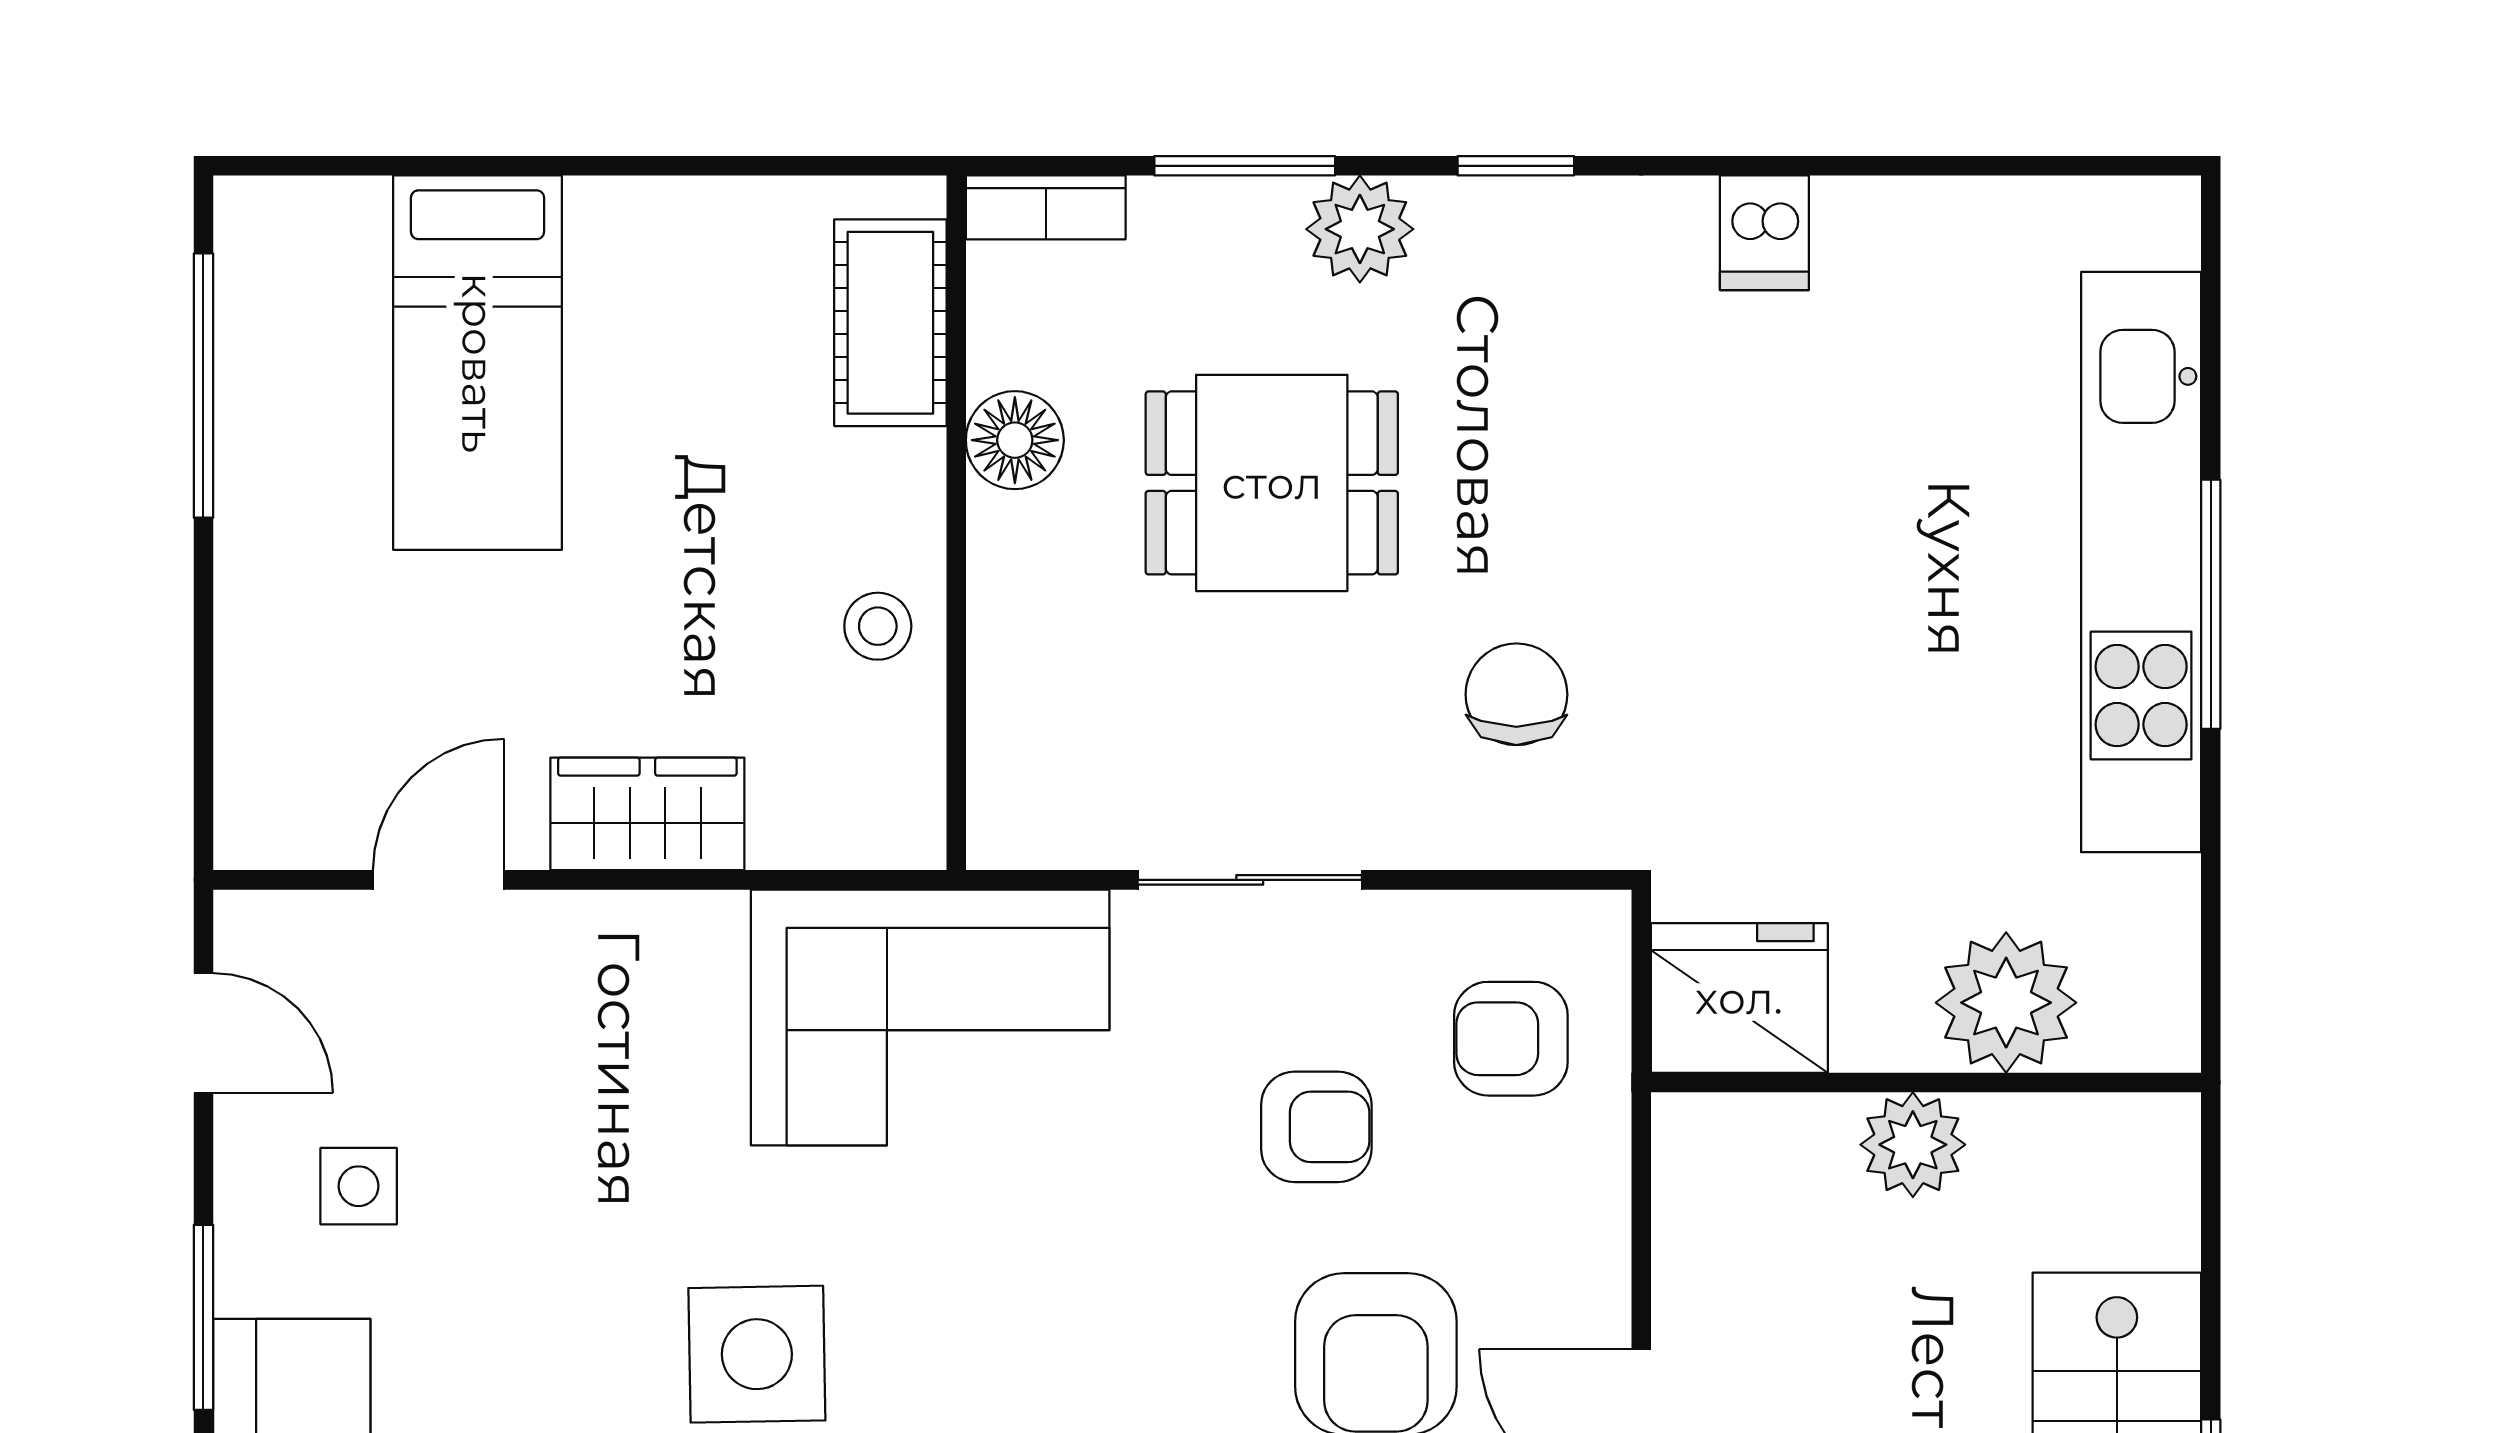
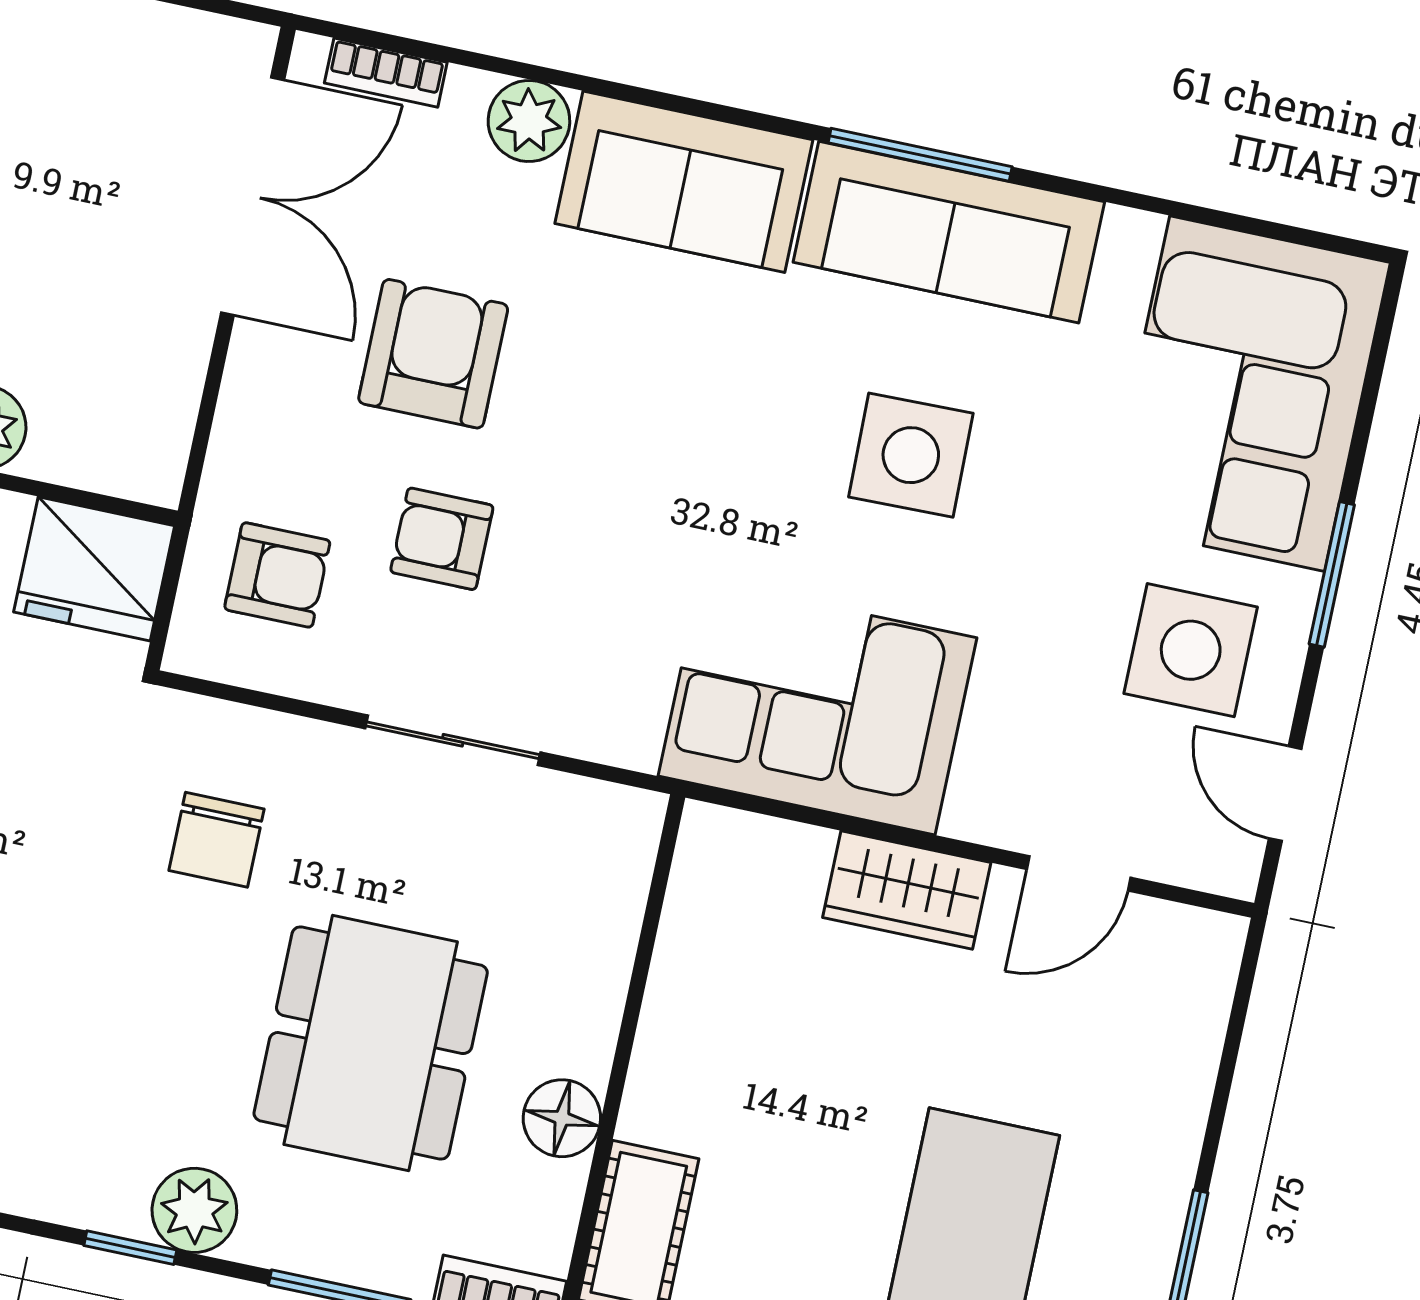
plant: (1360, 229) -> (194, 1210), moved
dining table: (1272, 483) -> (371, 1043), width x1.38
stool: (878, 626) -> (698, 997), removed
corner sofa: (930, 1017) -> (818, 707), moved
side table: (359, 1186) -> (1191, 650), width x1.87, depth x1.87

